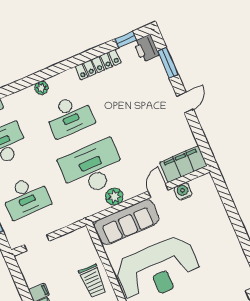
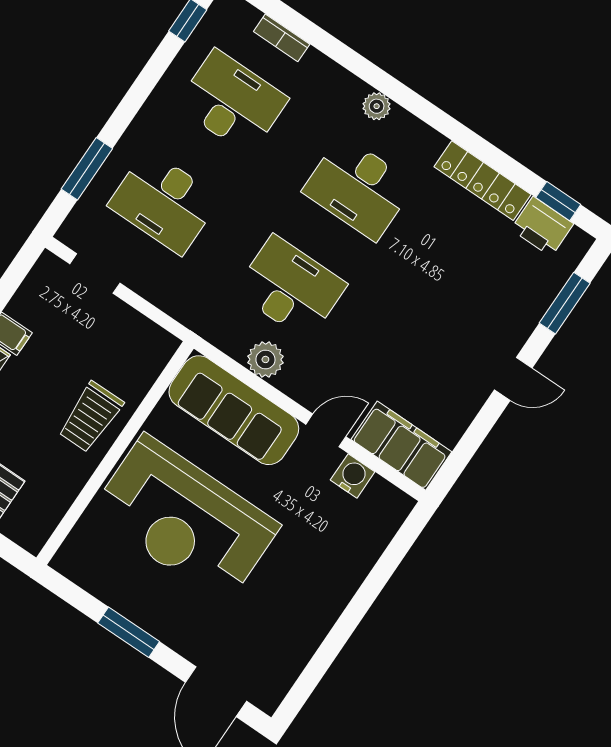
printer: (146, 48) -> (542, 227), moved, turned -90
desk: (92, 168) -> (291, 288), width x0.73, depth x0.77

